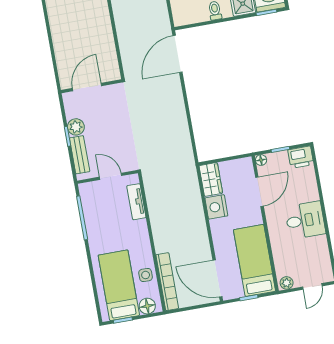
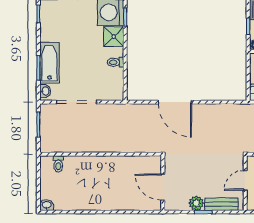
door: (178, 54) -> (175, 102), moved

